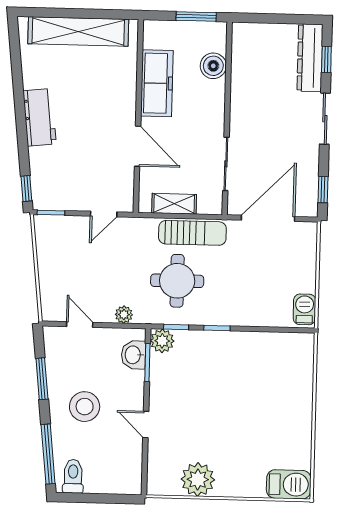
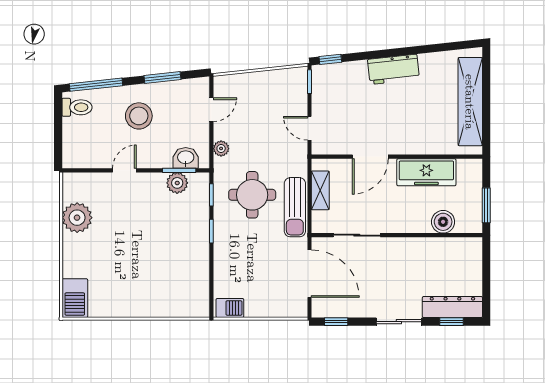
plant: (162, 341) -> (177, 183), moved

